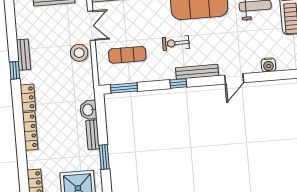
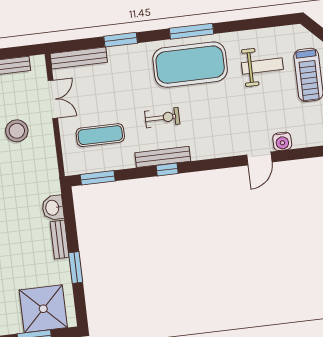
exercise bike: (176, 43) -> (162, 118), turned 180
stool: (79, 53) -> (17, 131), moved
bench: (197, 72) -> (163, 157), moved
door: (234, 79) -> (259, 159), moved

